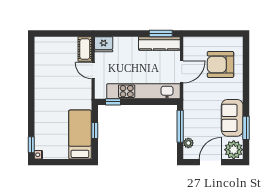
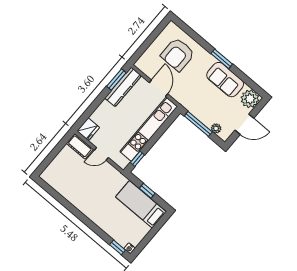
window: (246, 128) -> (222, 59), moved
door: (210, 162) -> (244, 124), swing flipped

